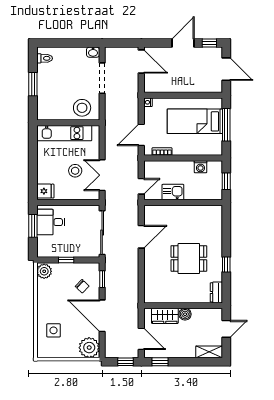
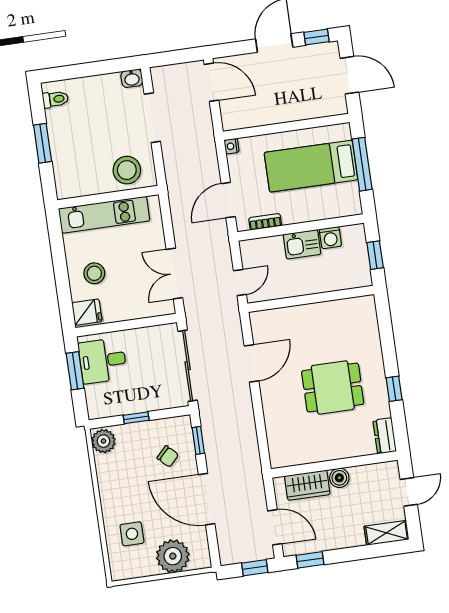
stool: (75, 171) -> (94, 273), moved
kitchen sink: (173, 192) -> (302, 244), moved, turned 180
plant: (89, 348) -> (173, 556), moved

